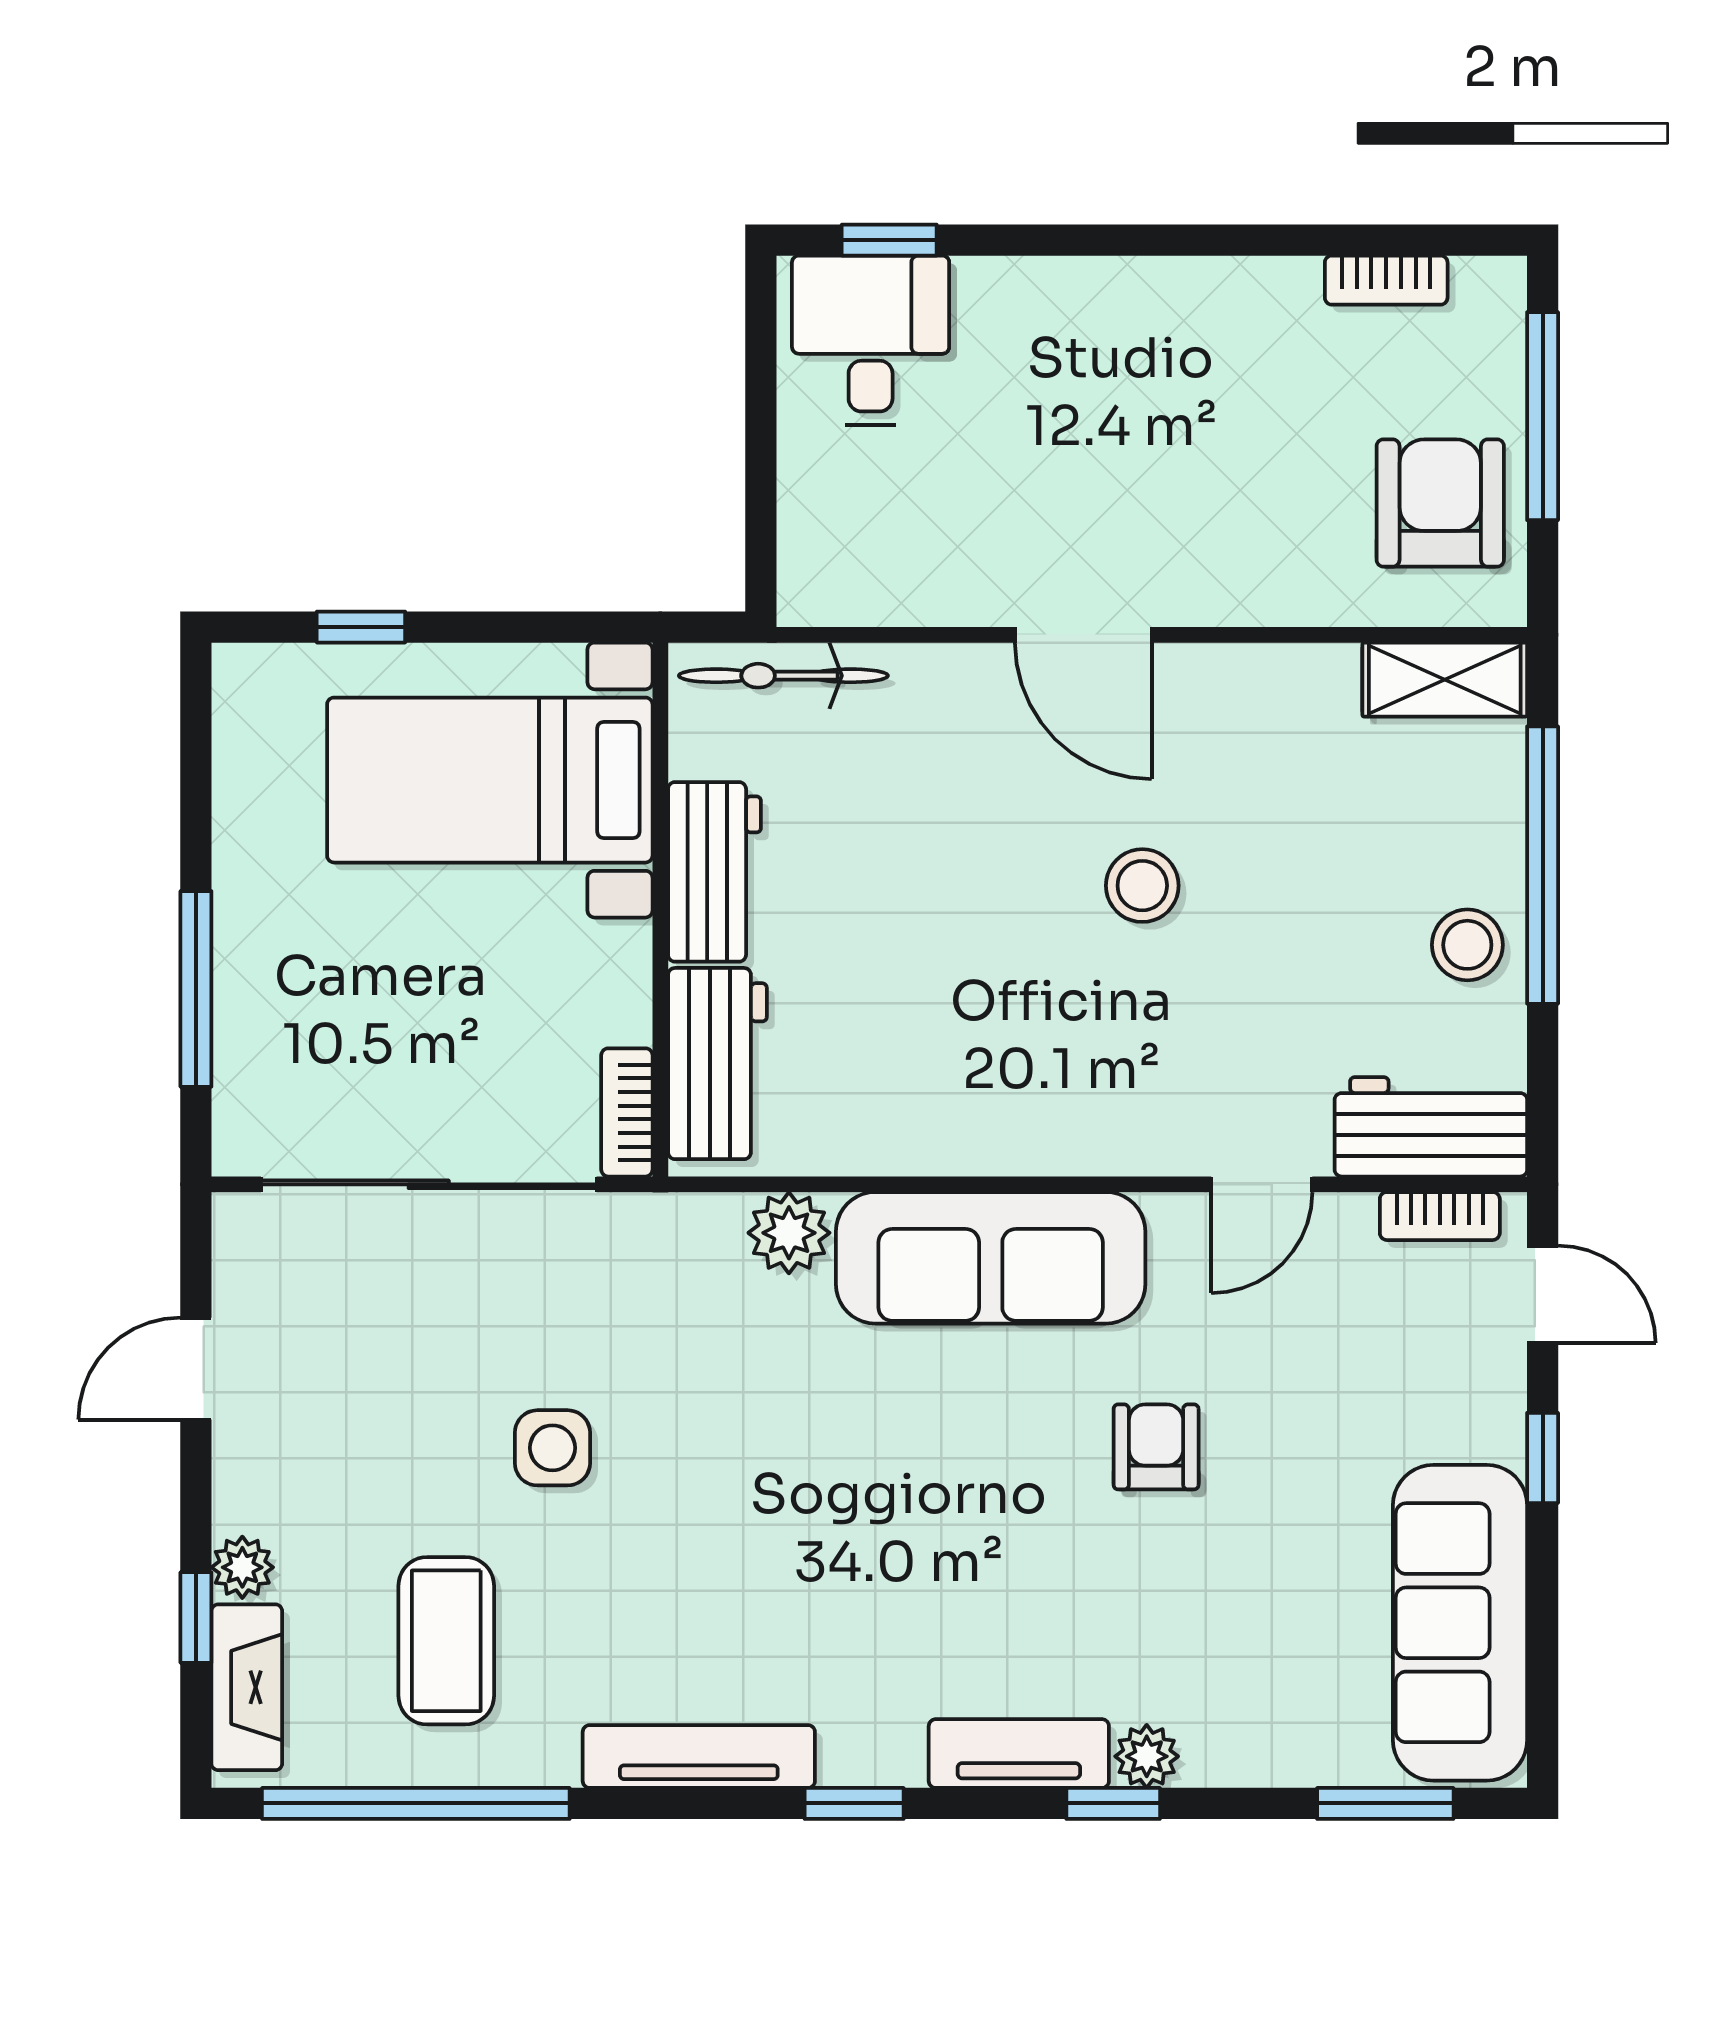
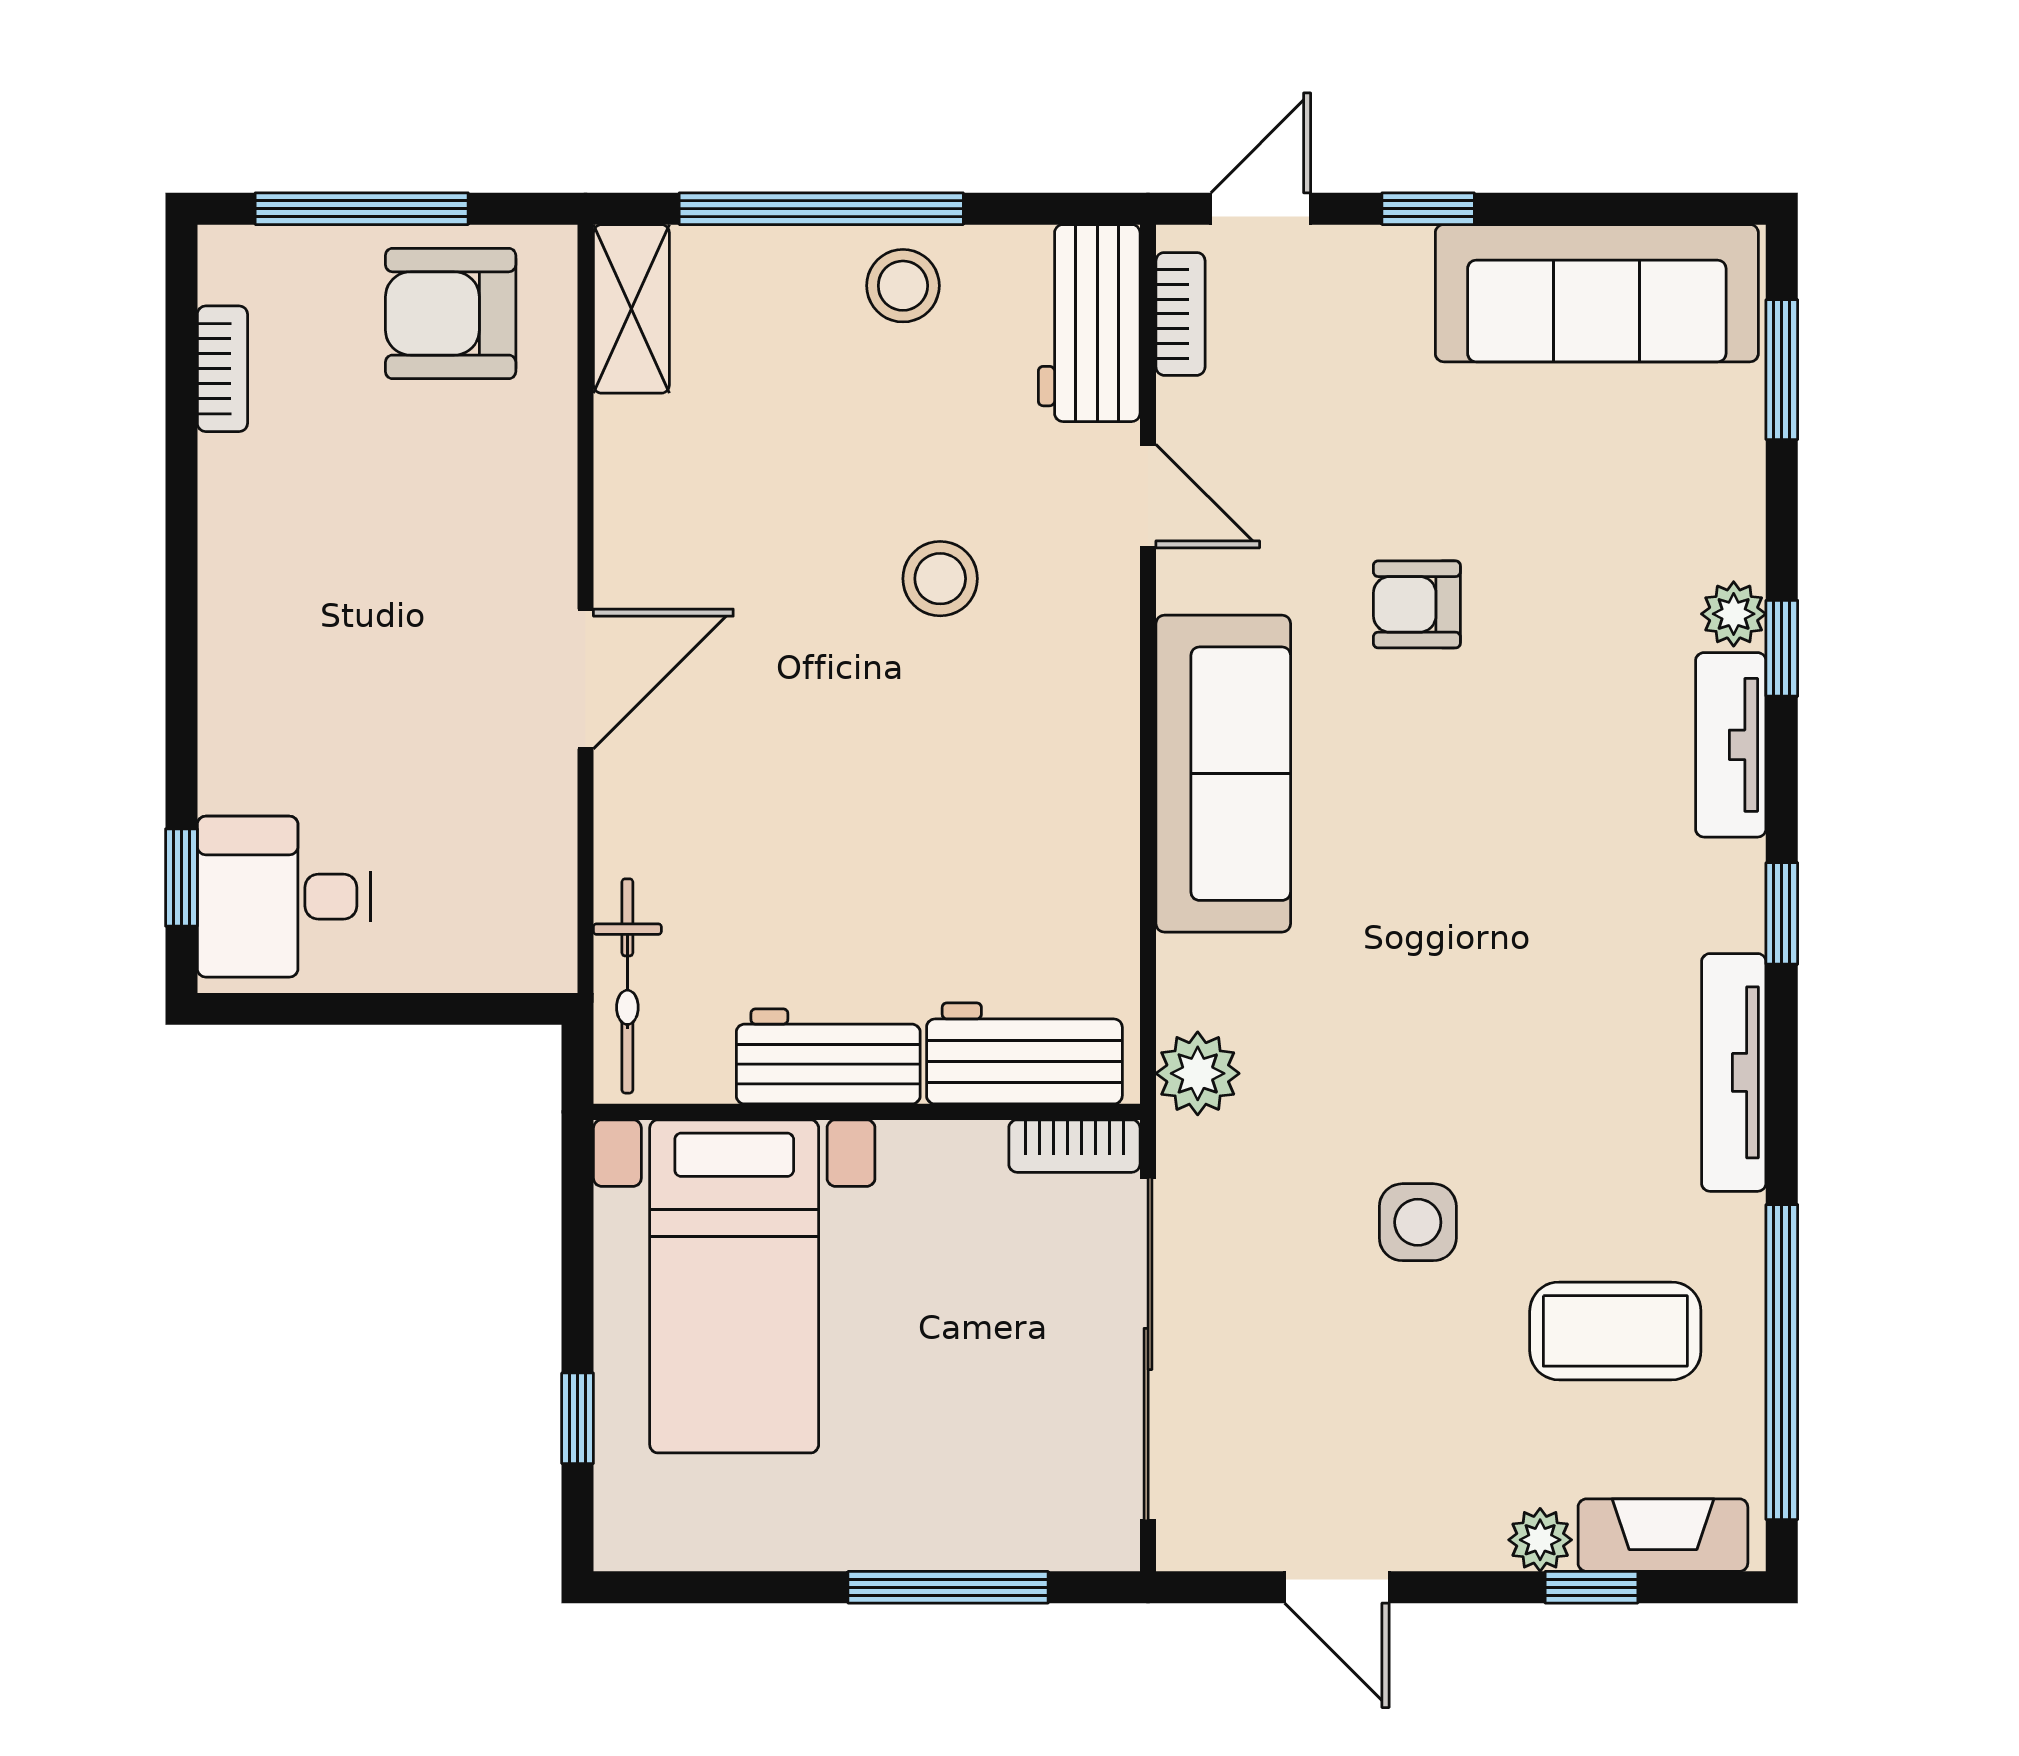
stool: (1142, 886) -> (940, 579), moved
plant: (789, 1233) -> (1198, 1073), moved

